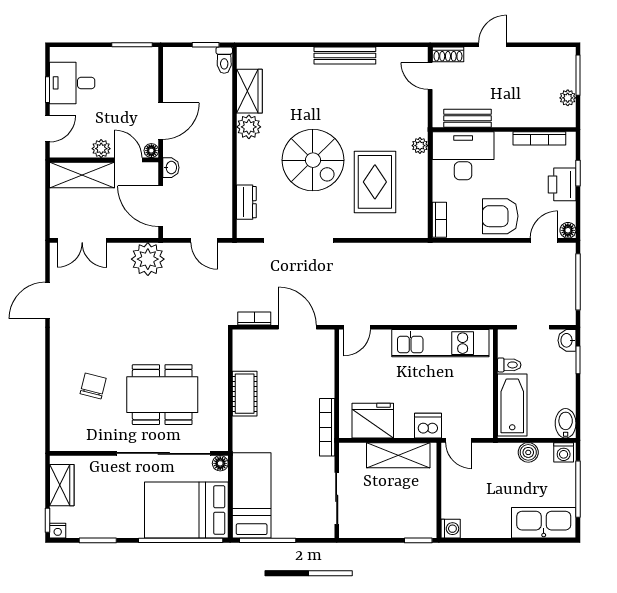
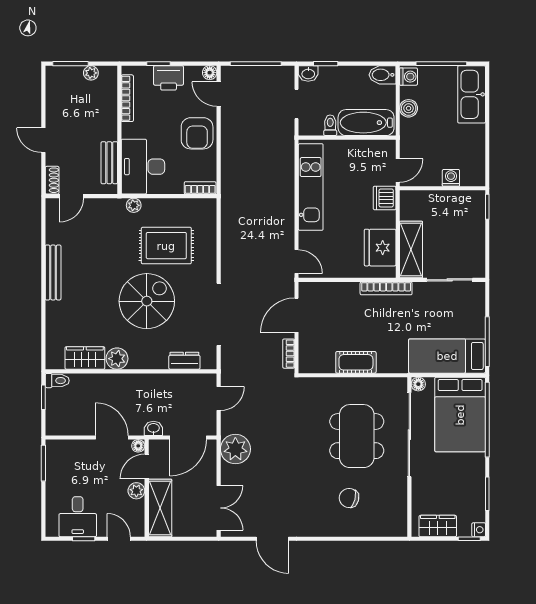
shelving: (398, 455) -> (411, 250), moved
washing machine: (451, 529) -> (451, 178), moved

